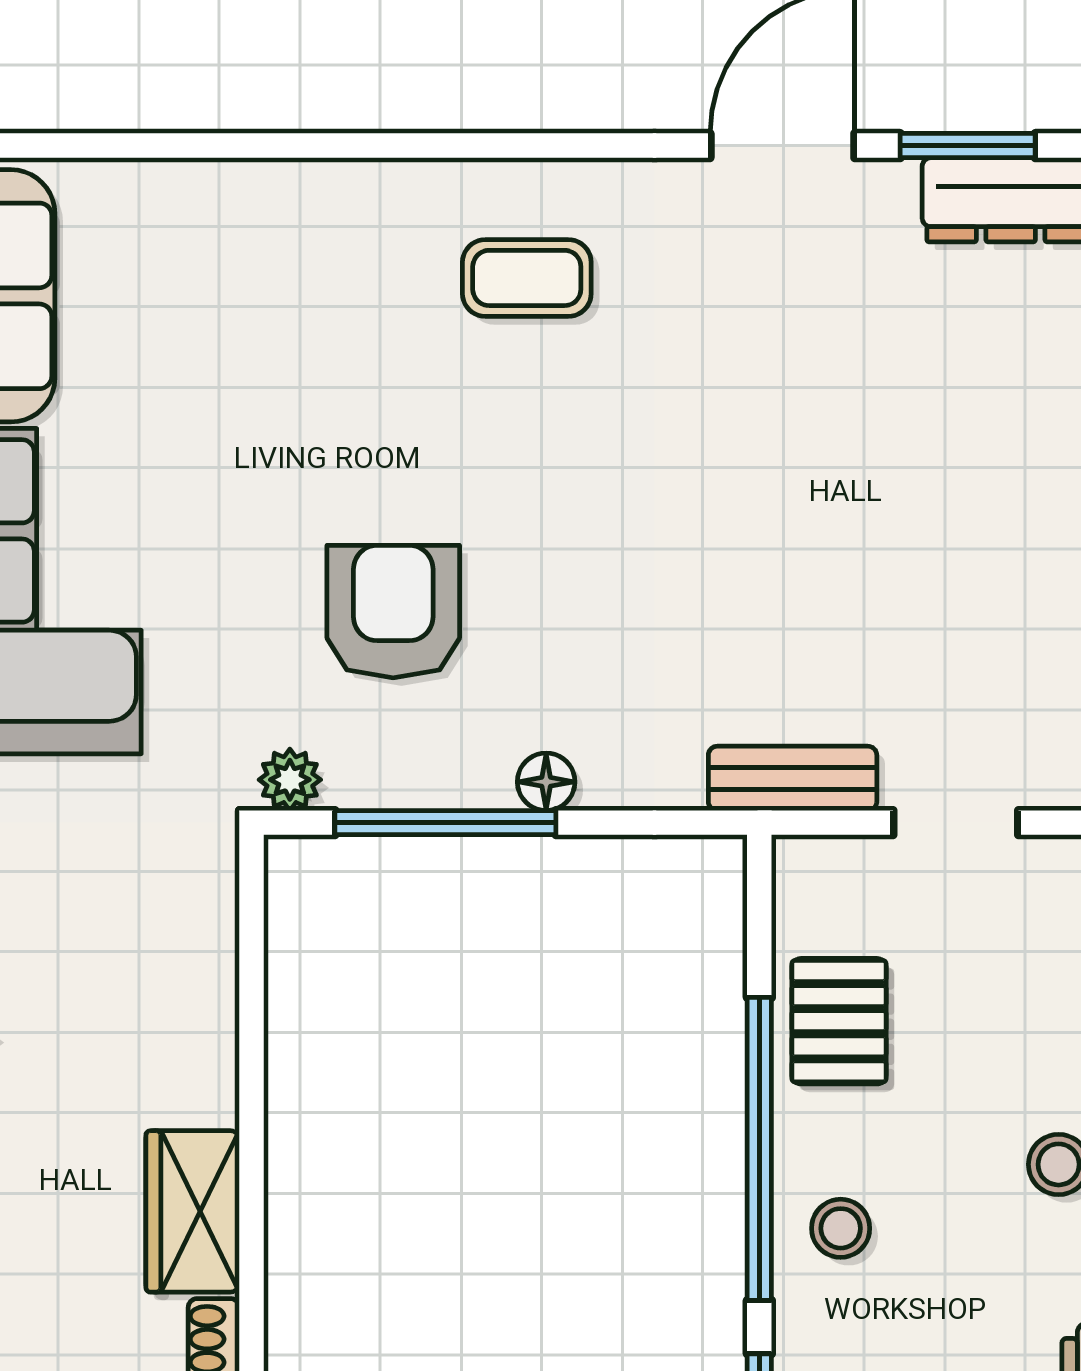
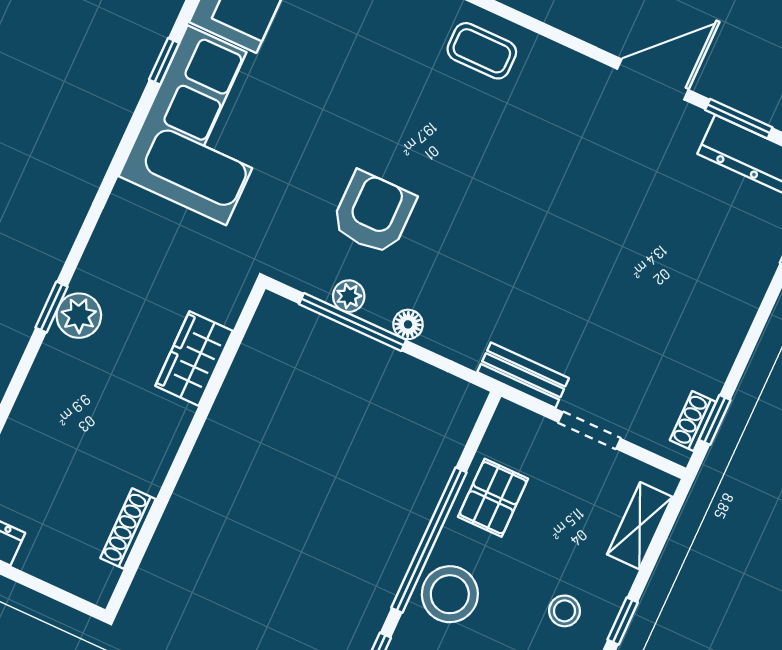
coffee table: (527, 278) -> (482, 51), moved
plant: (290, 780) -> (349, 296), moved
wardrobe: (193, 1211) -> (194, 358), moved
stool: (841, 1228) -> (450, 594), width x1.89, depth x1.89

